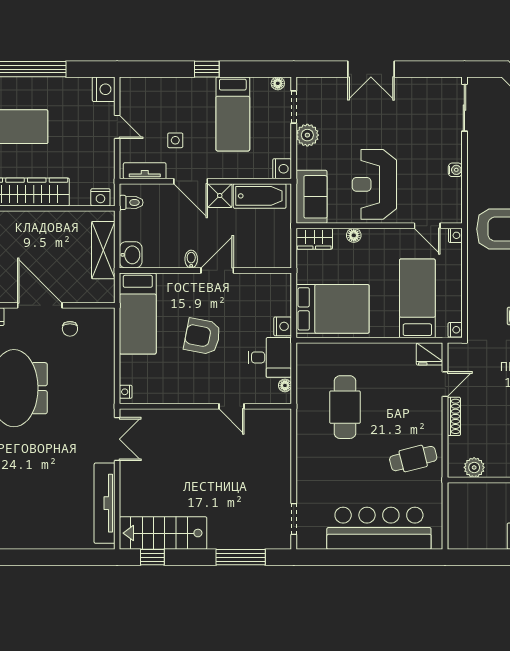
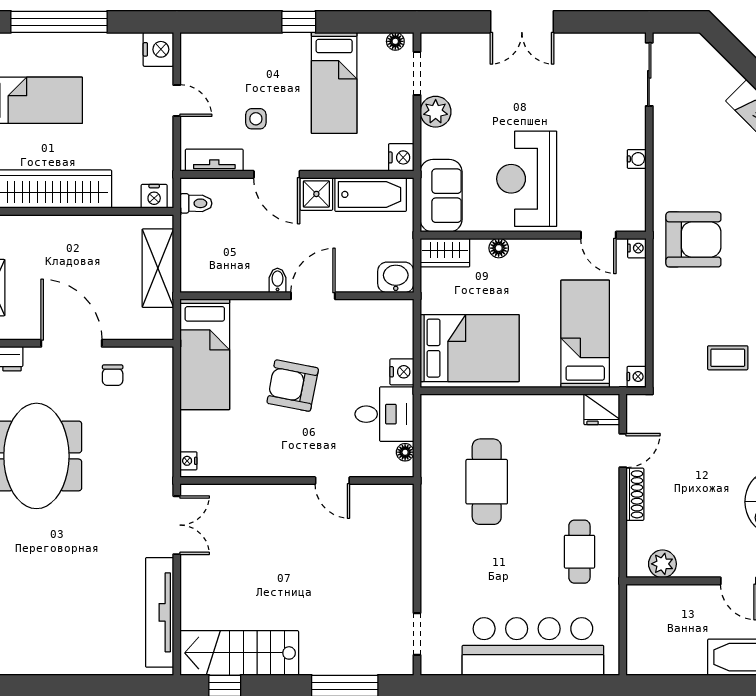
washbasin: (131, 255) -> (396, 277), moved, turned -90
cafe table: (413, 459) -> (579, 552), turned -76

